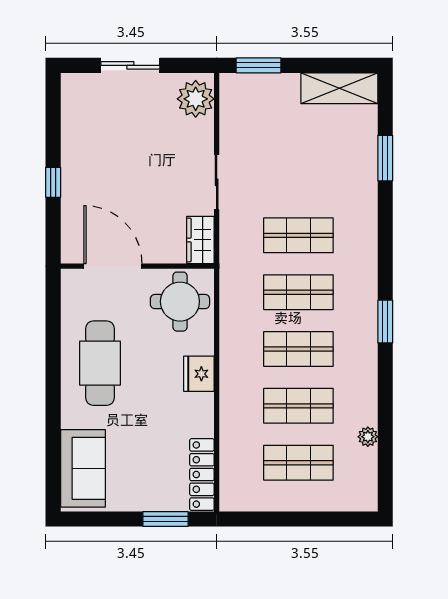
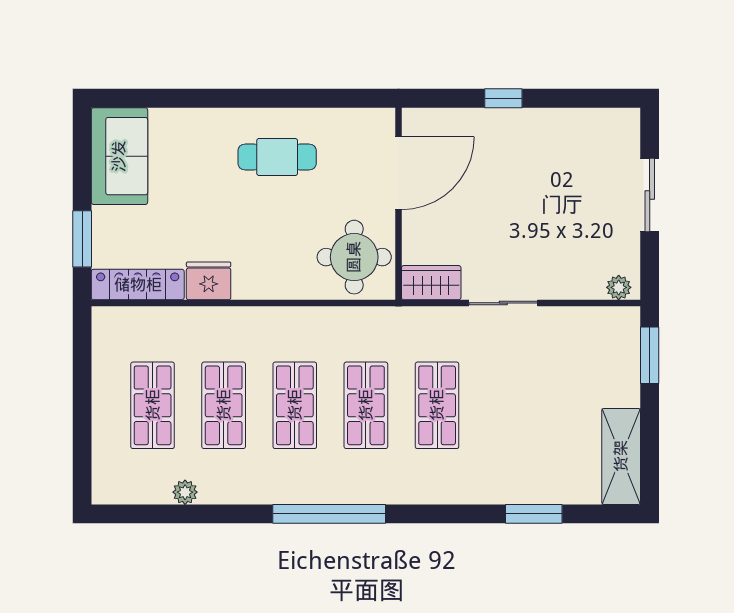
plant: (196, 99) -> (619, 287), width x0.53, depth x0.53
window: (385, 322) -> (329, 514), width x2.11
cafe table: (100, 363) -> (277, 157), width x0.73, depth x0.74
fridge: (199, 374) -> (209, 281), moved
sofa: (83, 468) -> (119, 156), moved, turned -90

